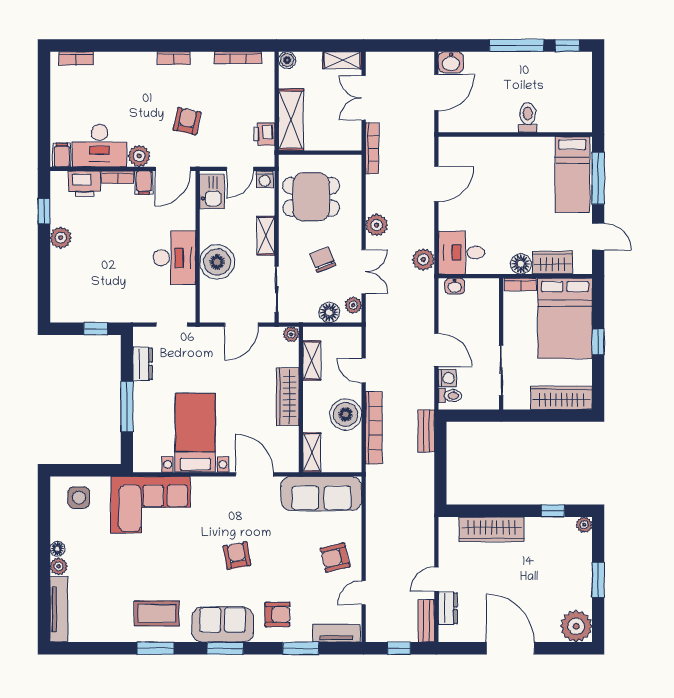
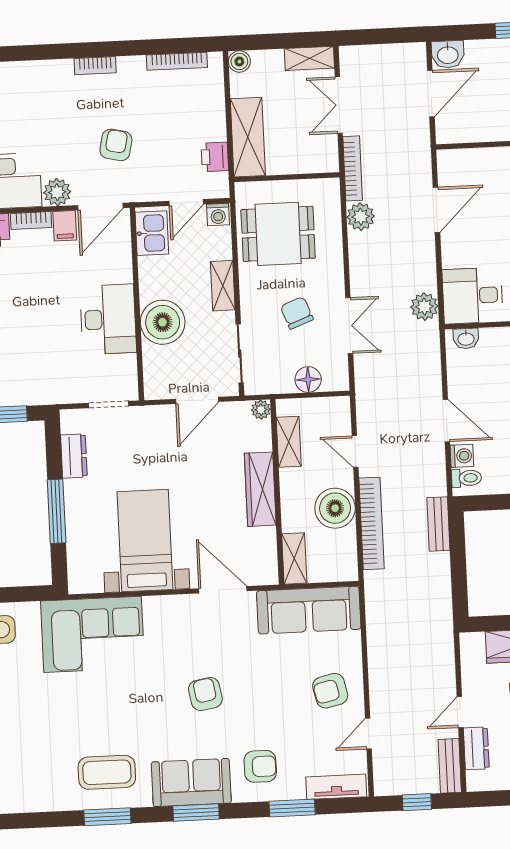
plant: (377, 225) -> (361, 217), moved
plant: (353, 305) -> (338, 369), removed

